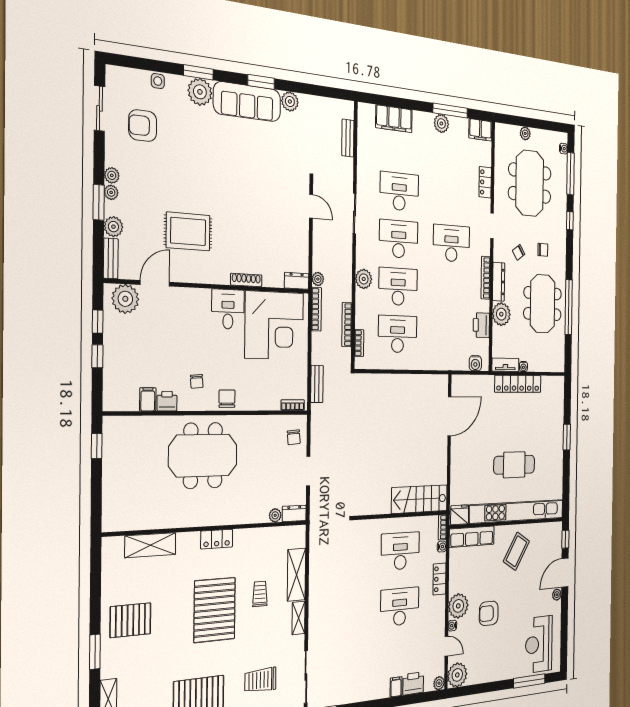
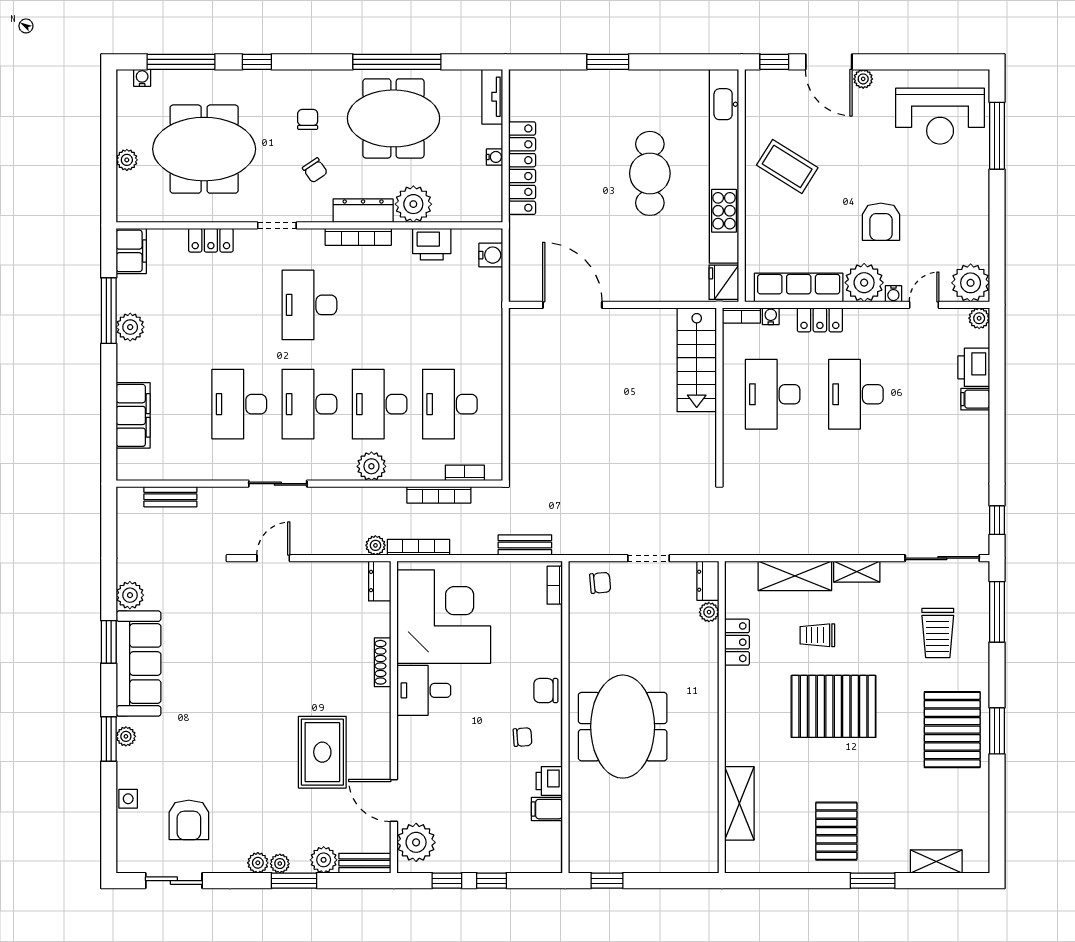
plant: (200, 92) -> (126, 736), width x0.53, depth x0.53
tv unit: (505, 365) -> (492, 97), moved
row of seats: (472, 537) -> (799, 288), moved, turned -90
locker: (217, 539) -> (737, 642), moved

